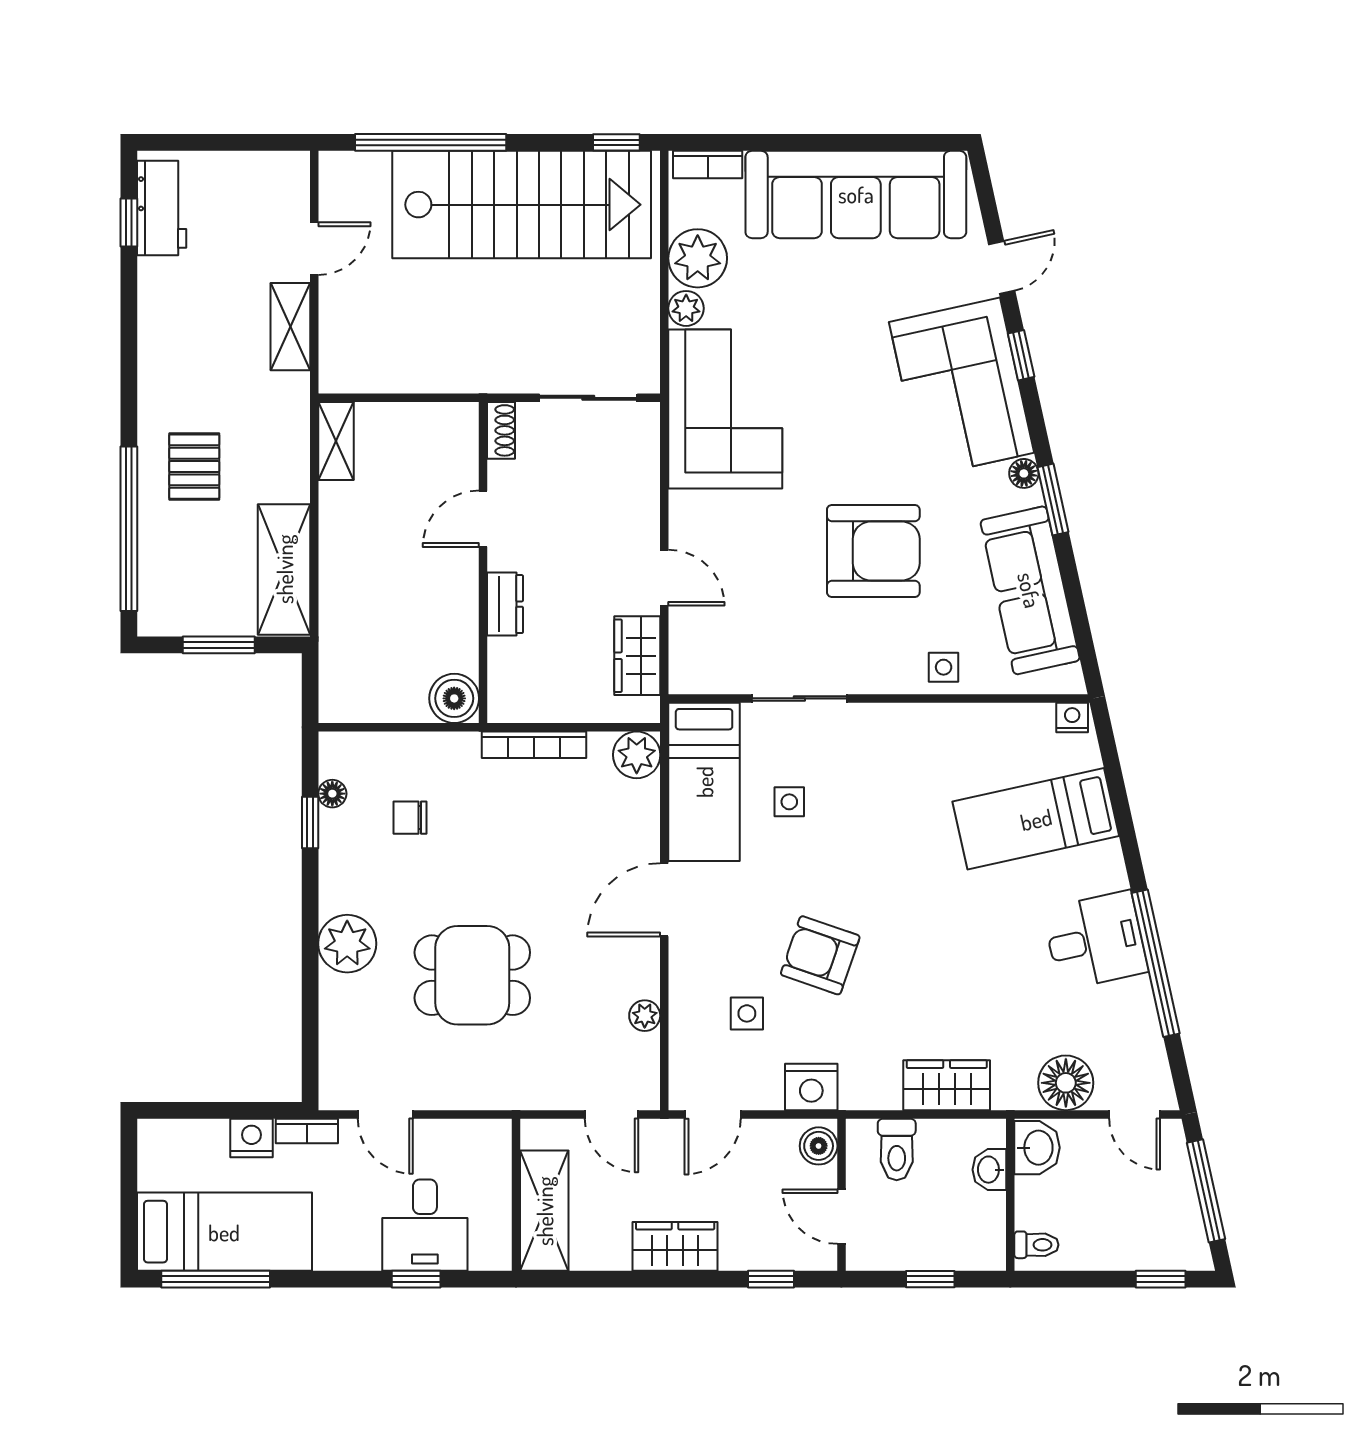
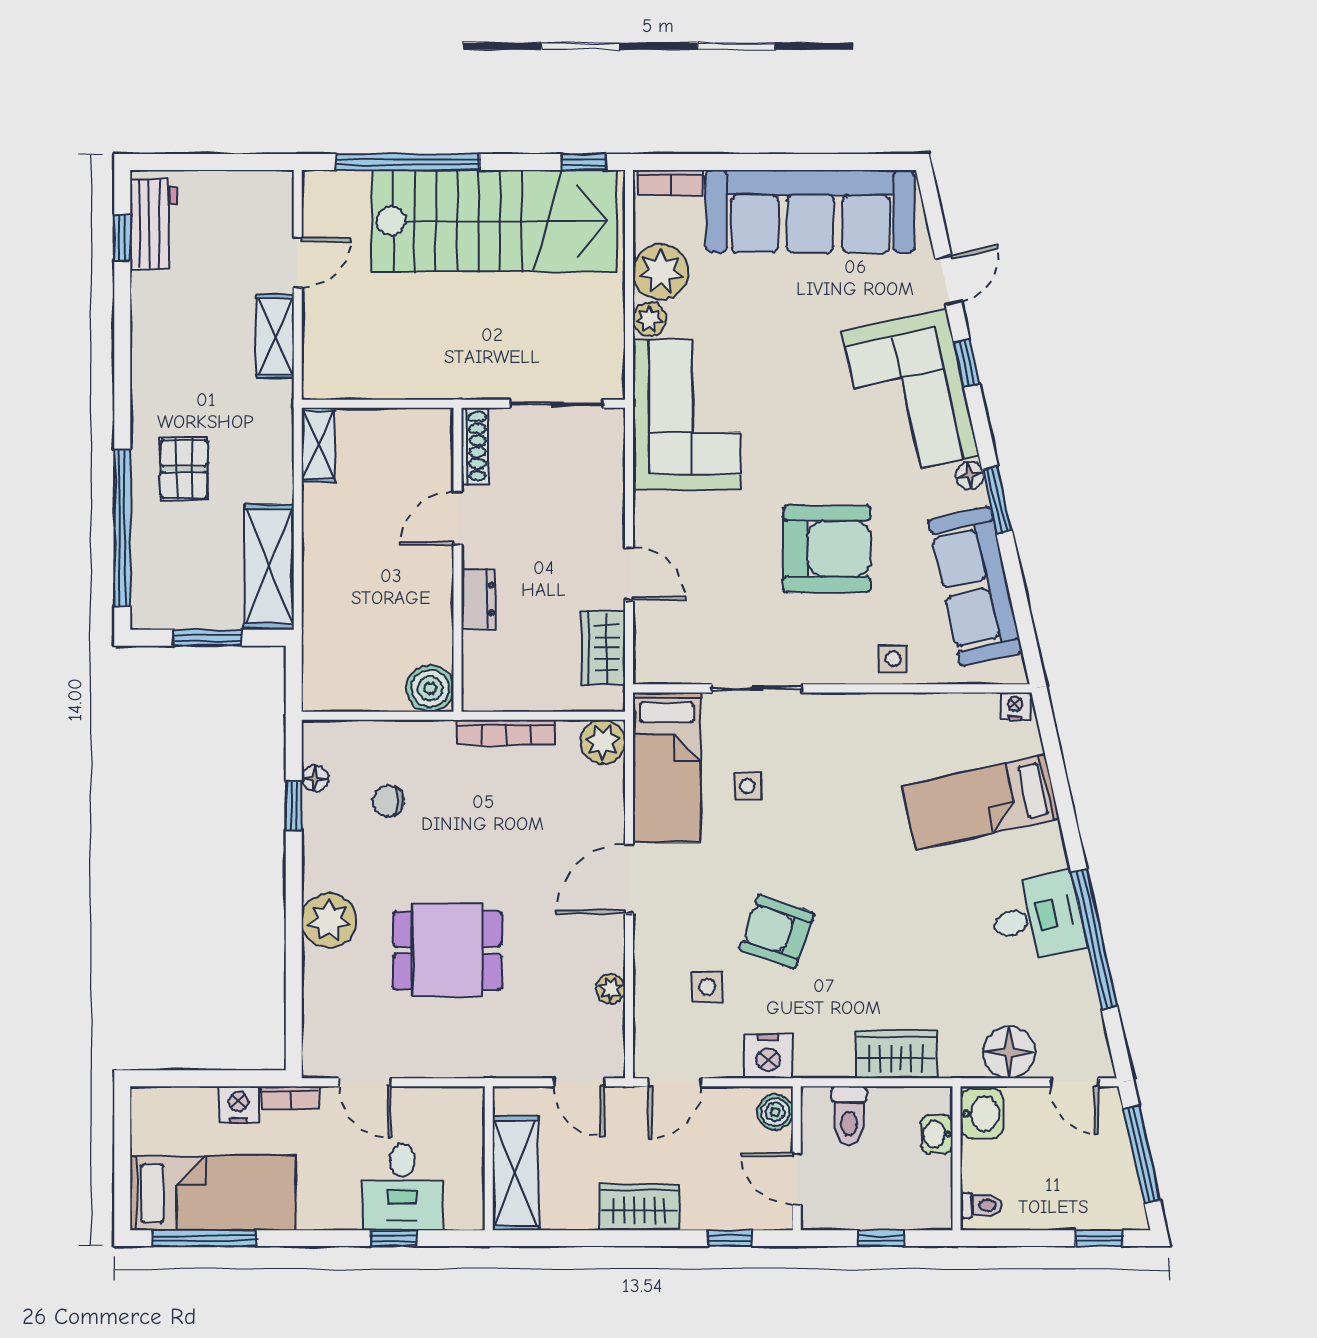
shoe rack: (501, 430) -> (475, 446), width x1.43

